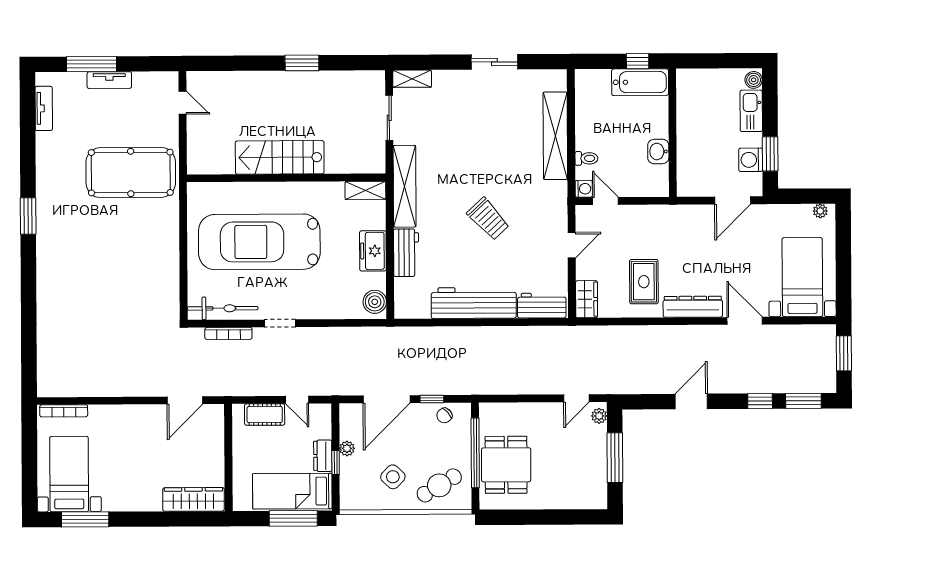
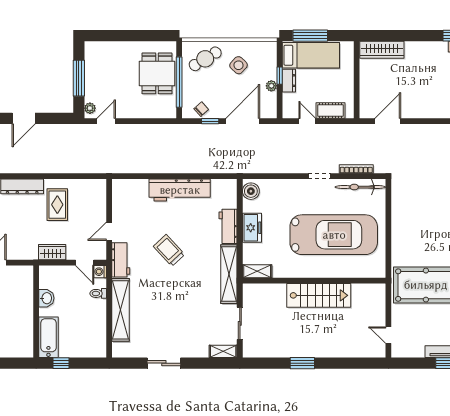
bathtub: (640, 82) -> (48, 337), moved, turned 90
wardrobe: (587, 299) -> (52, 252), moved, turned 90
workbench: (542, 306) -> (121, 260), moved, turned -90

